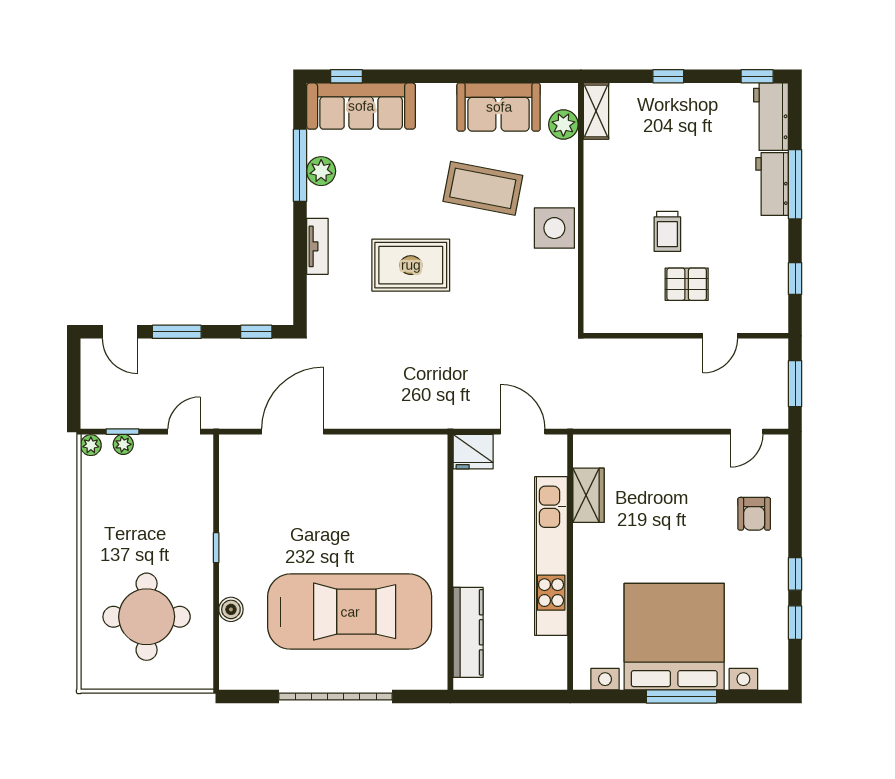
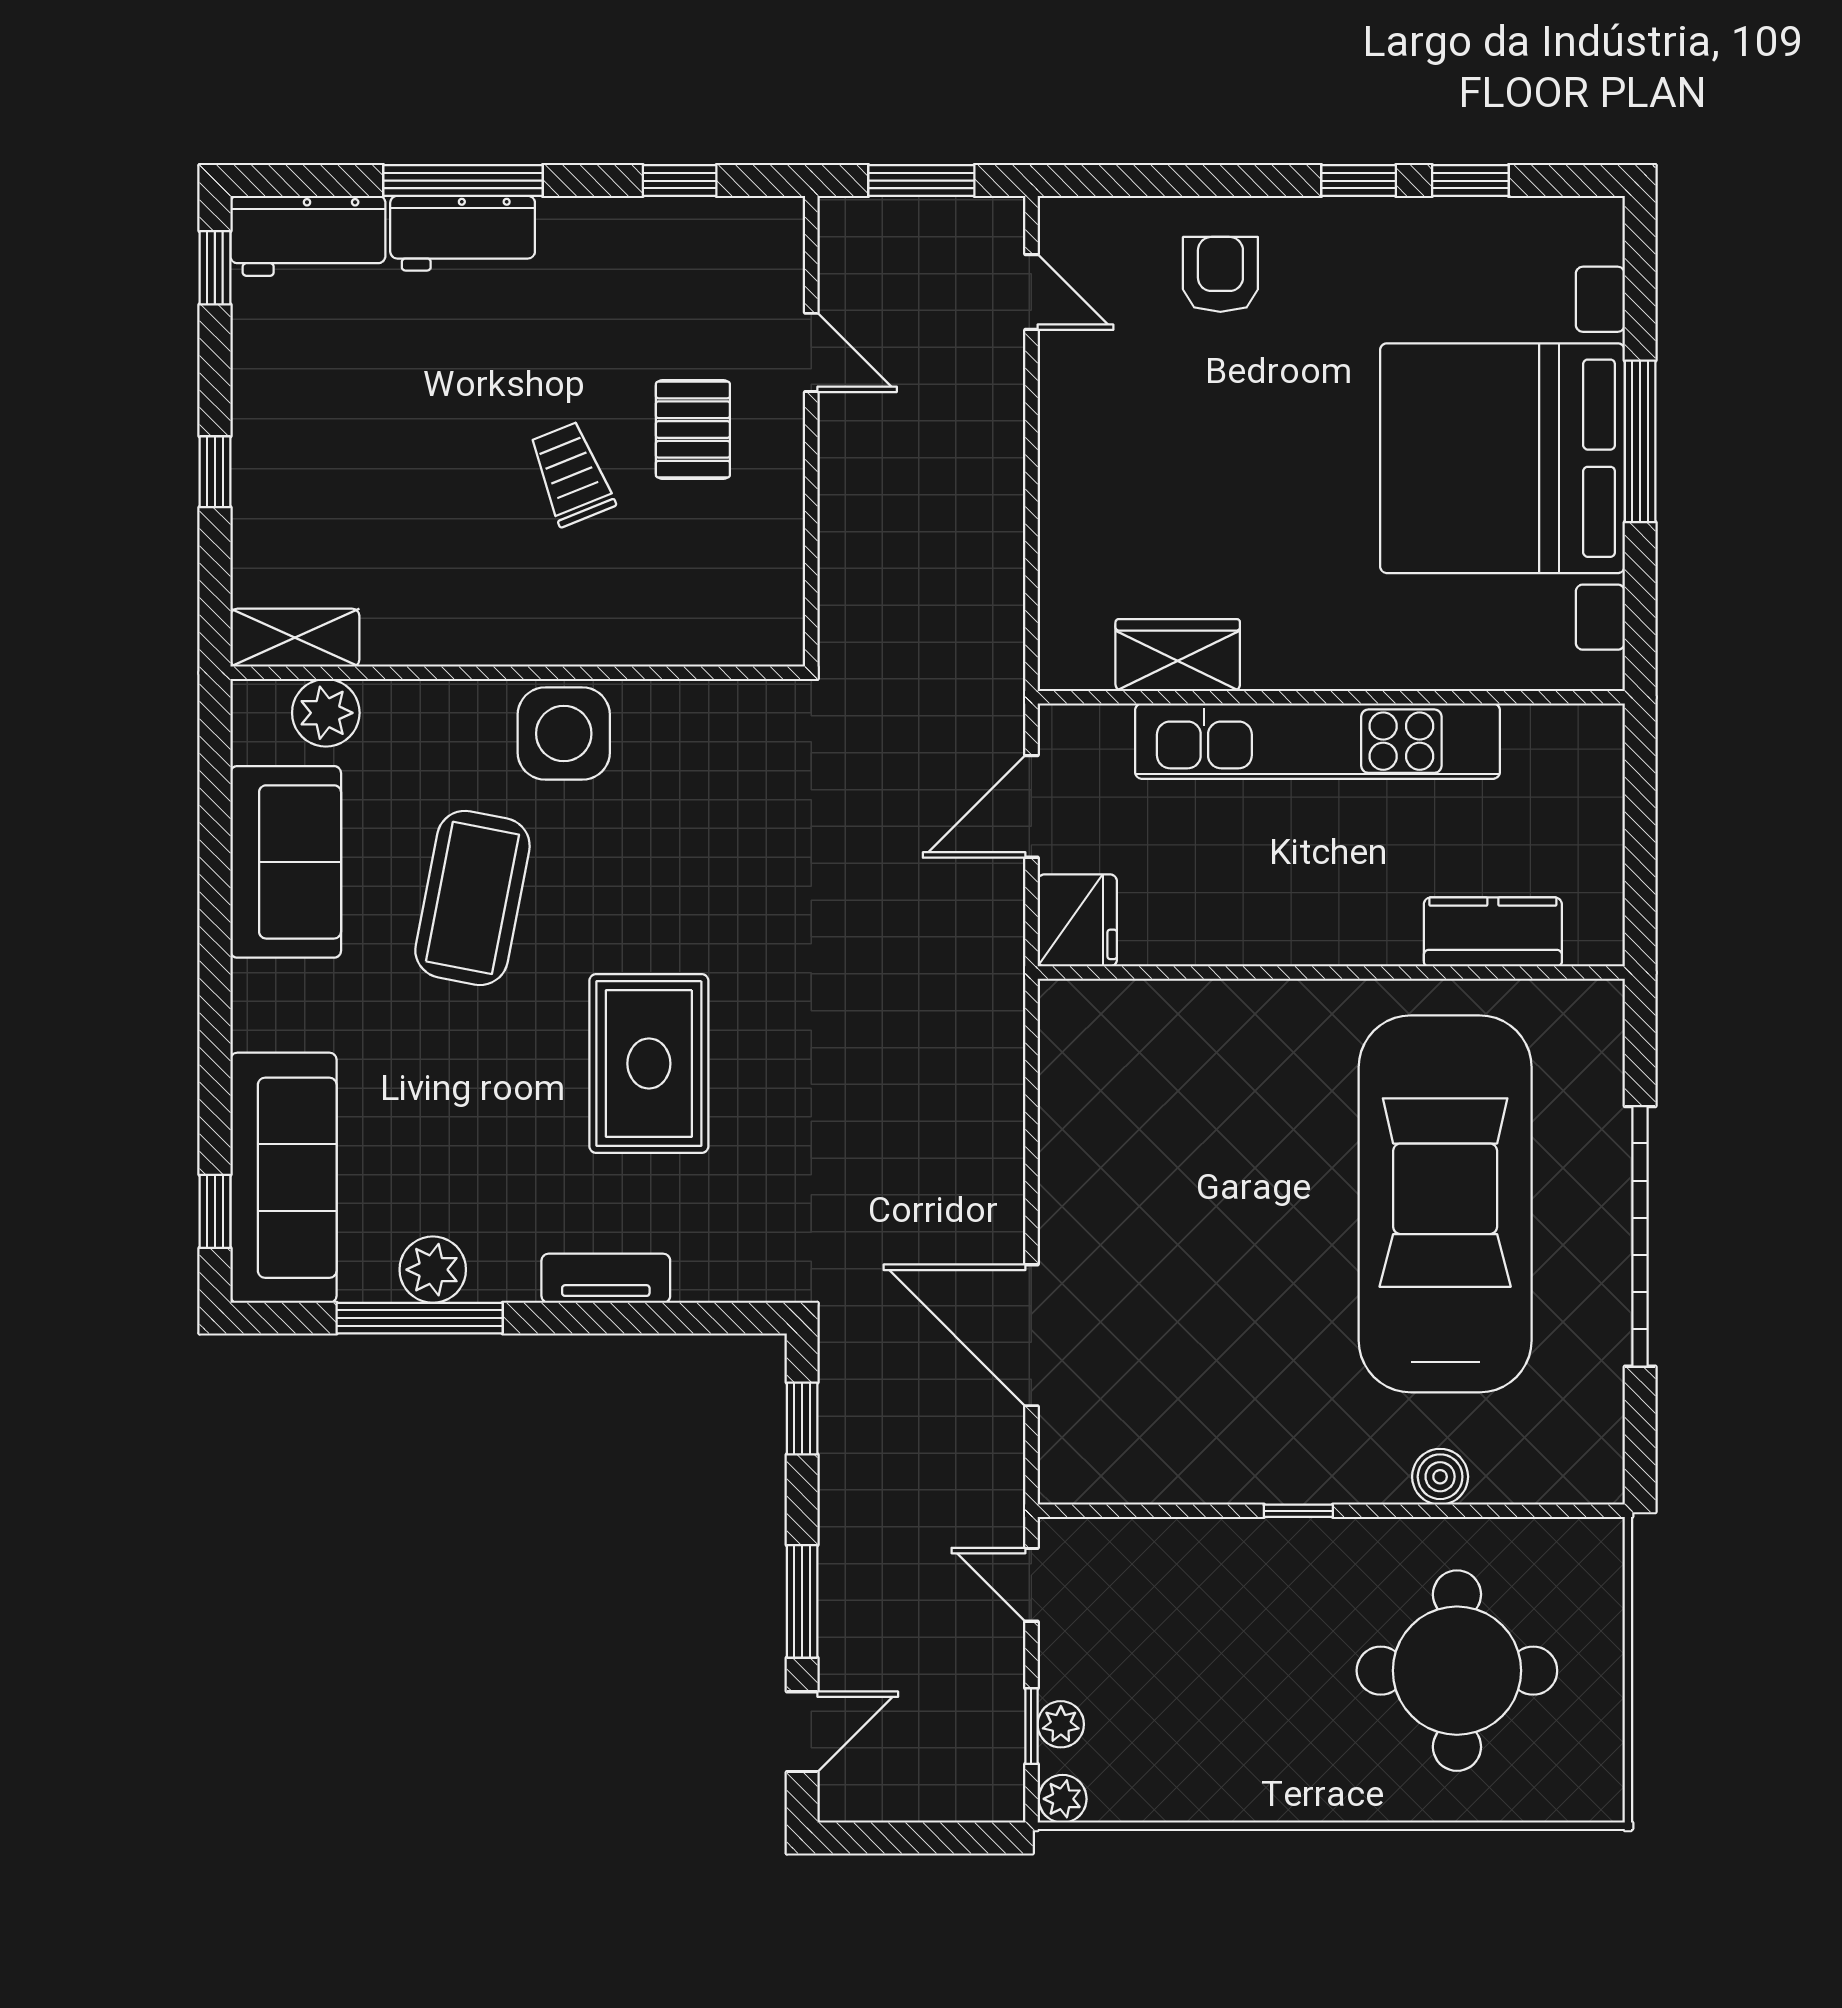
trolley: (667, 231) -> (571, 474), turned -112
armchair: (754, 514) -> (1220, 274), turned -90
kitchen counter: (468, 632) -> (1493, 932), width x0.67

